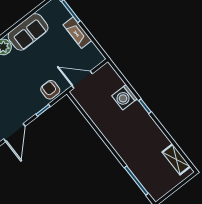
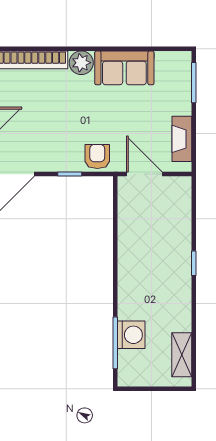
fireplace: (77, 33) -> (182, 139), moved
washing machine: (124, 97) -> (131, 335), moved, turned 180

